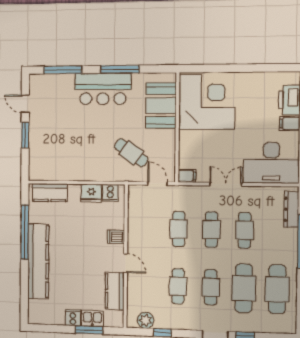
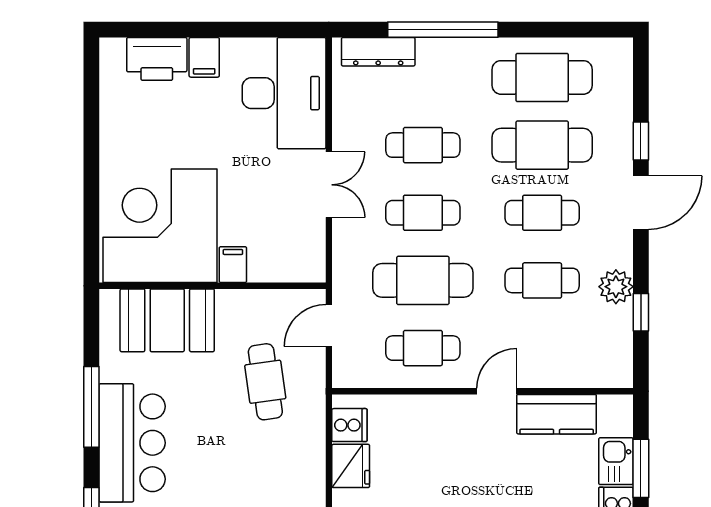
cafe table: (131, 153) -> (265, 382), turned -43
filing cabinet: (187, 176) -> (233, 265), moved
double door: (226, 184) -> (329, 185), swing flipped
cafe table: (146, 228) -> (423, 348), added
cafe table: (179, 229) -> (423, 280), width x1.37, depth x1.35
dishwasher: (116, 237) -> (442, 413), removed
plant: (146, 320) -> (616, 287), moved

